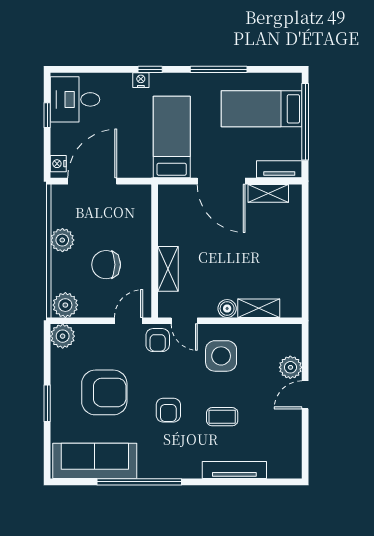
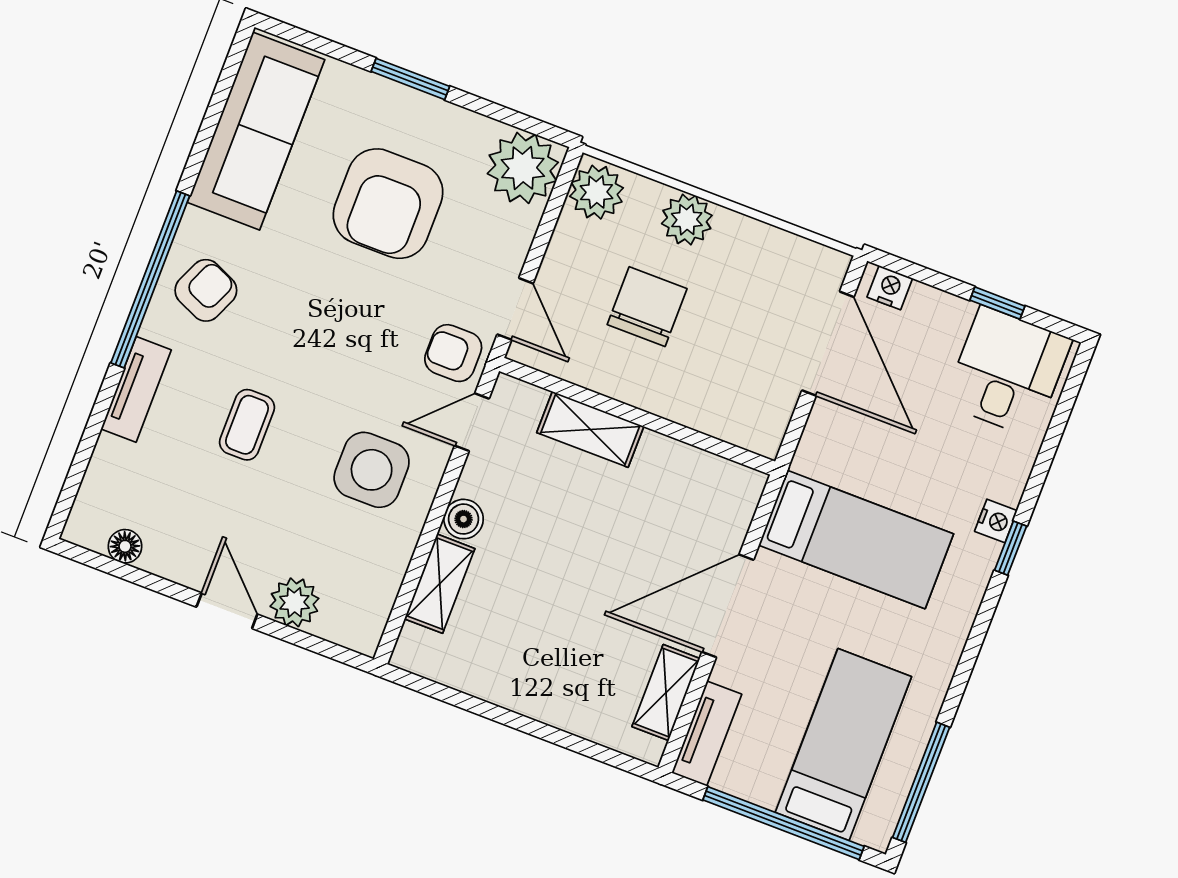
window: (219, 69) -> (921, 782), moved
plant: (62, 240) -> (687, 220), moved
plant: (63, 336) -> (523, 168), width x1.36, depth x1.36
armchair: (168, 410) -> (206, 290), moved, turned 114
floor lamp: (294, 449) -> (125, 546), added
tv unit: (234, 470) -> (136, 389), width x0.71
window: (139, 482) -> (150, 279), moved

